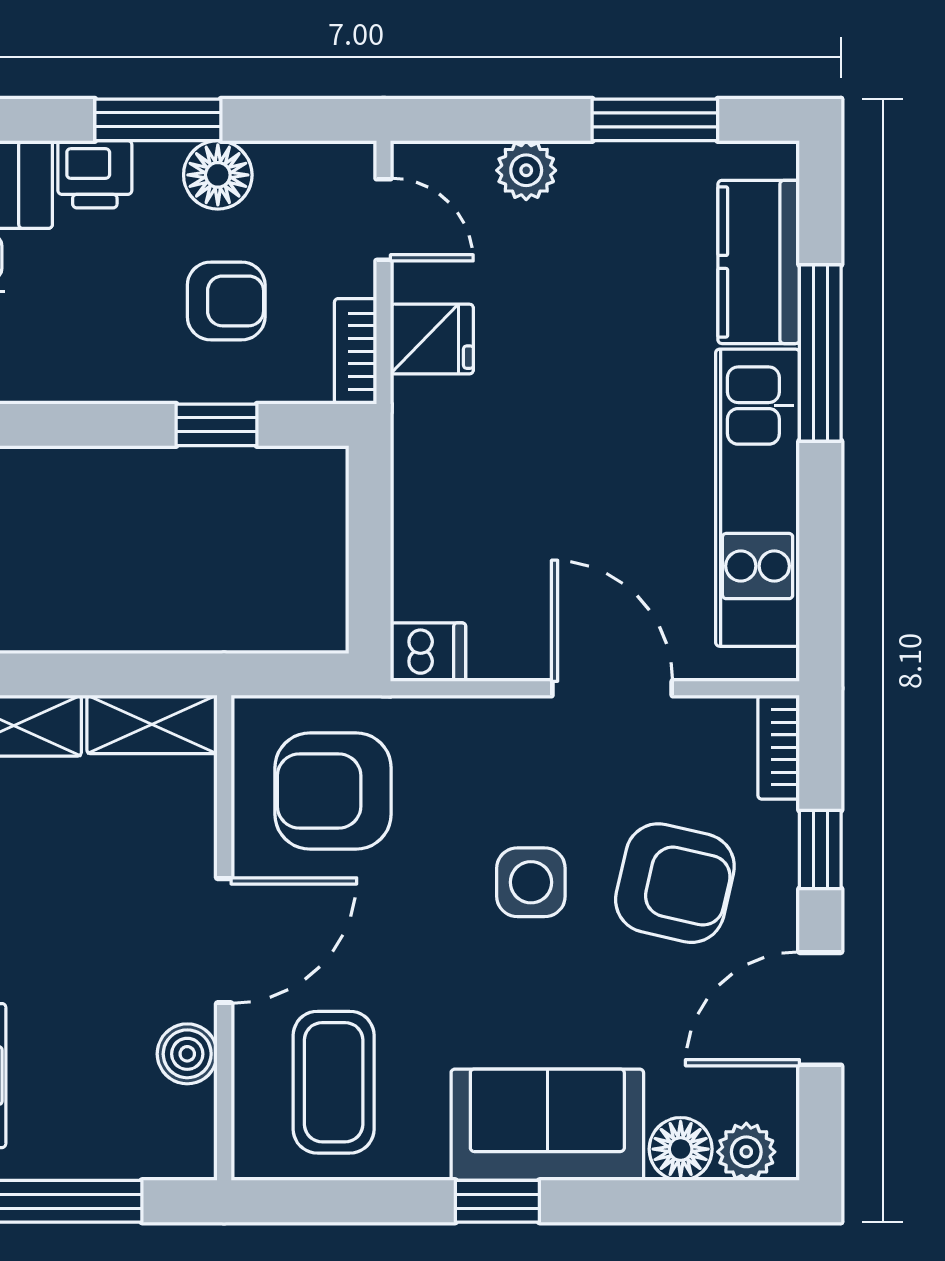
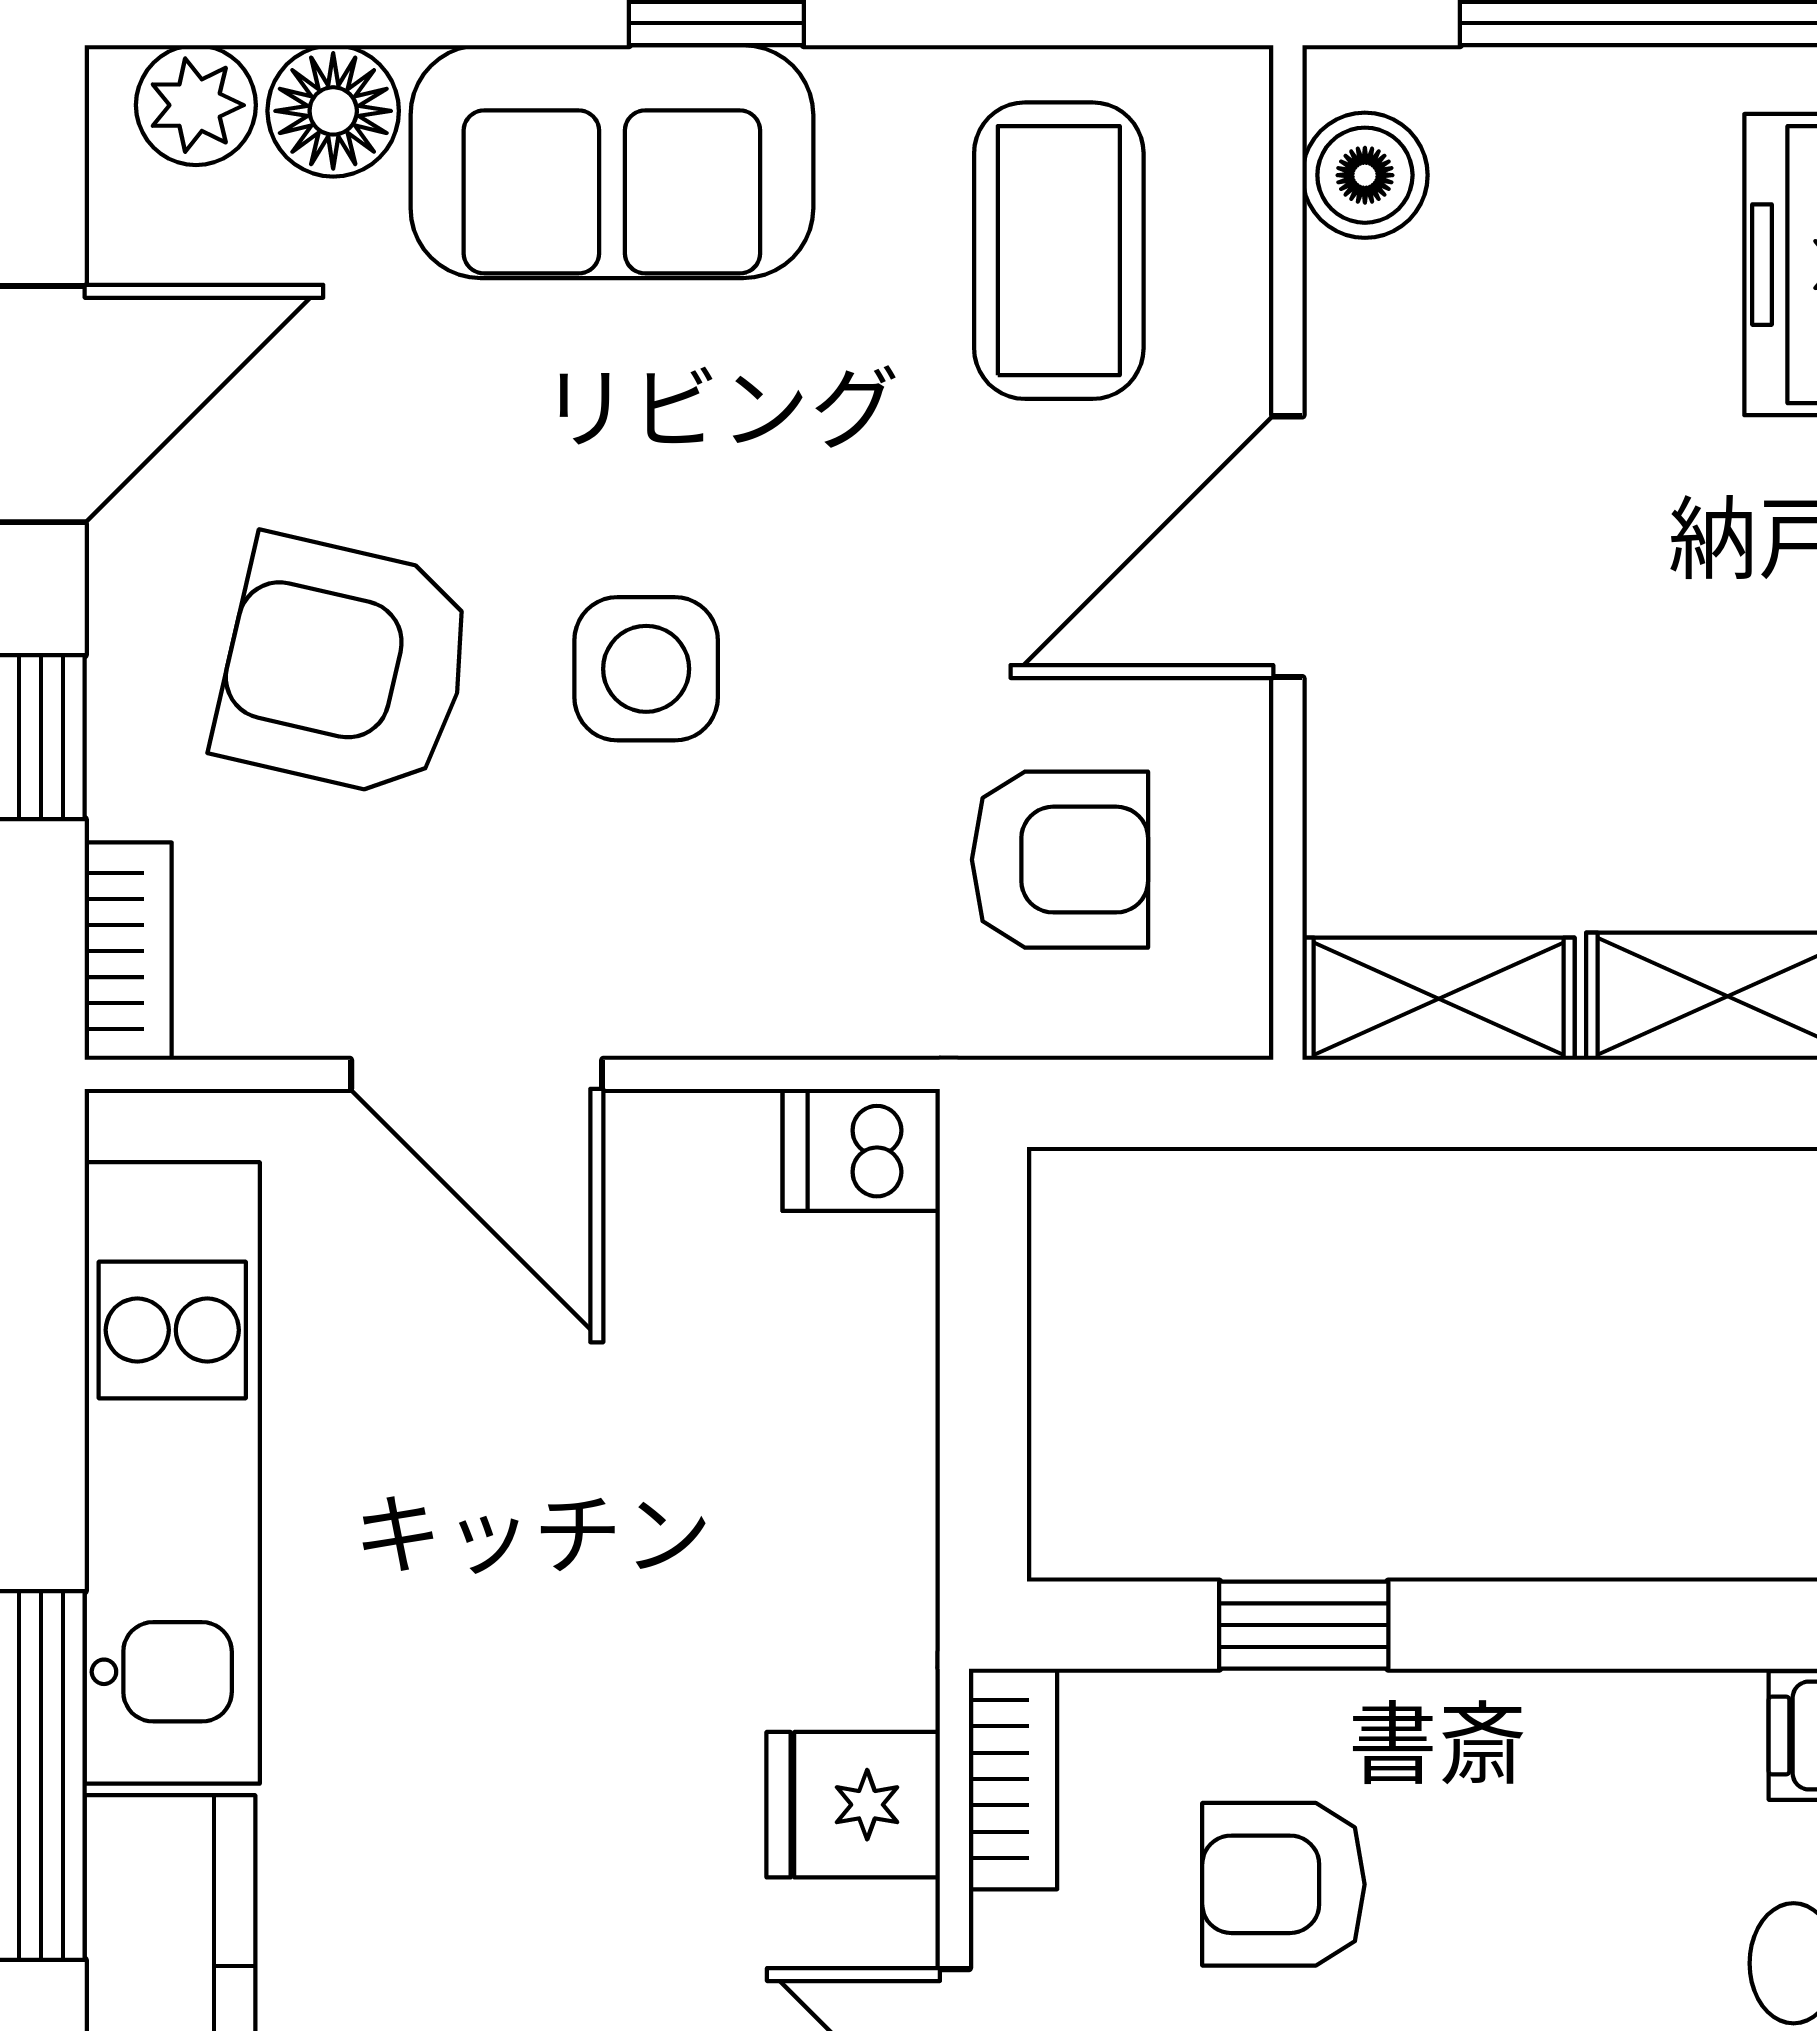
armchair: (333, 791) -> (1060, 860), width x0.72, depth x0.72
boiler: (187, 1054) -> (1365, 175), moved

